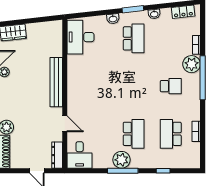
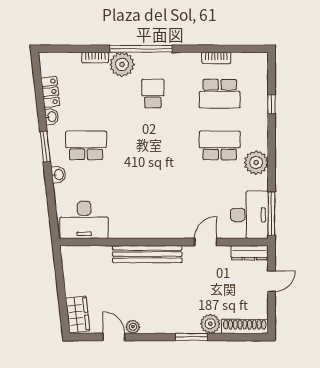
locker: (183, 12) -> (50, 92), moved
desk: (80, 155) -> (249, 215), width x1.37
window: (123, 171) -> (271, 214), moved

